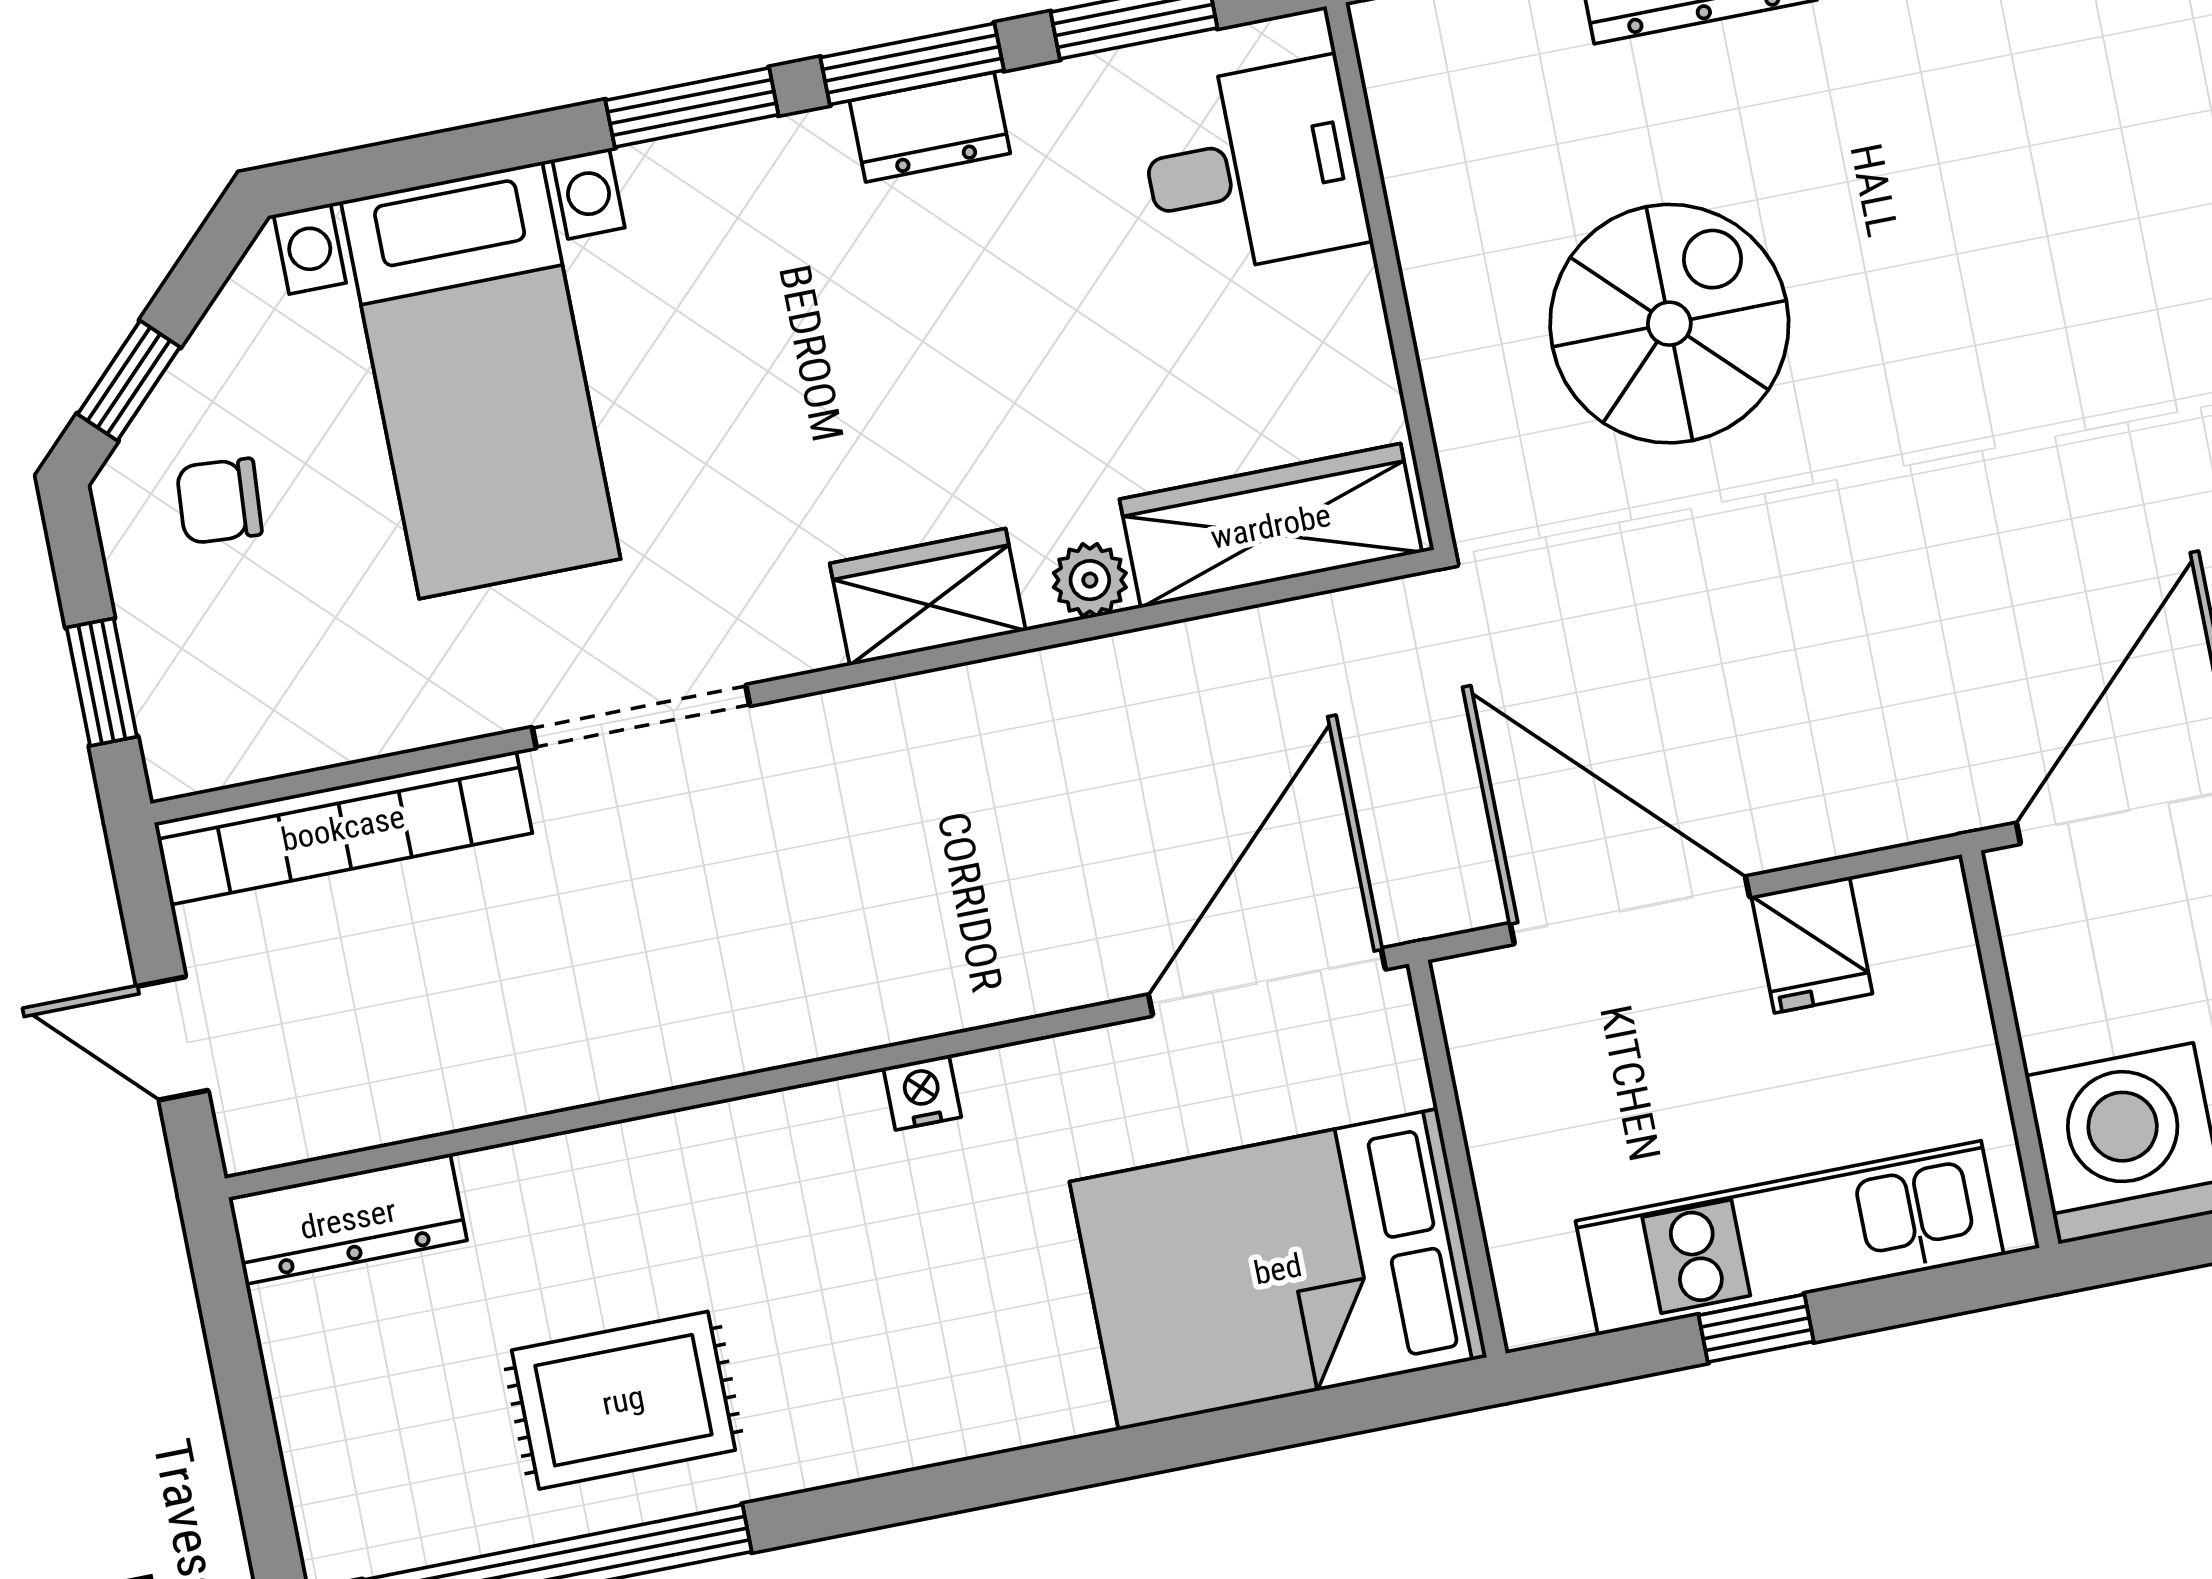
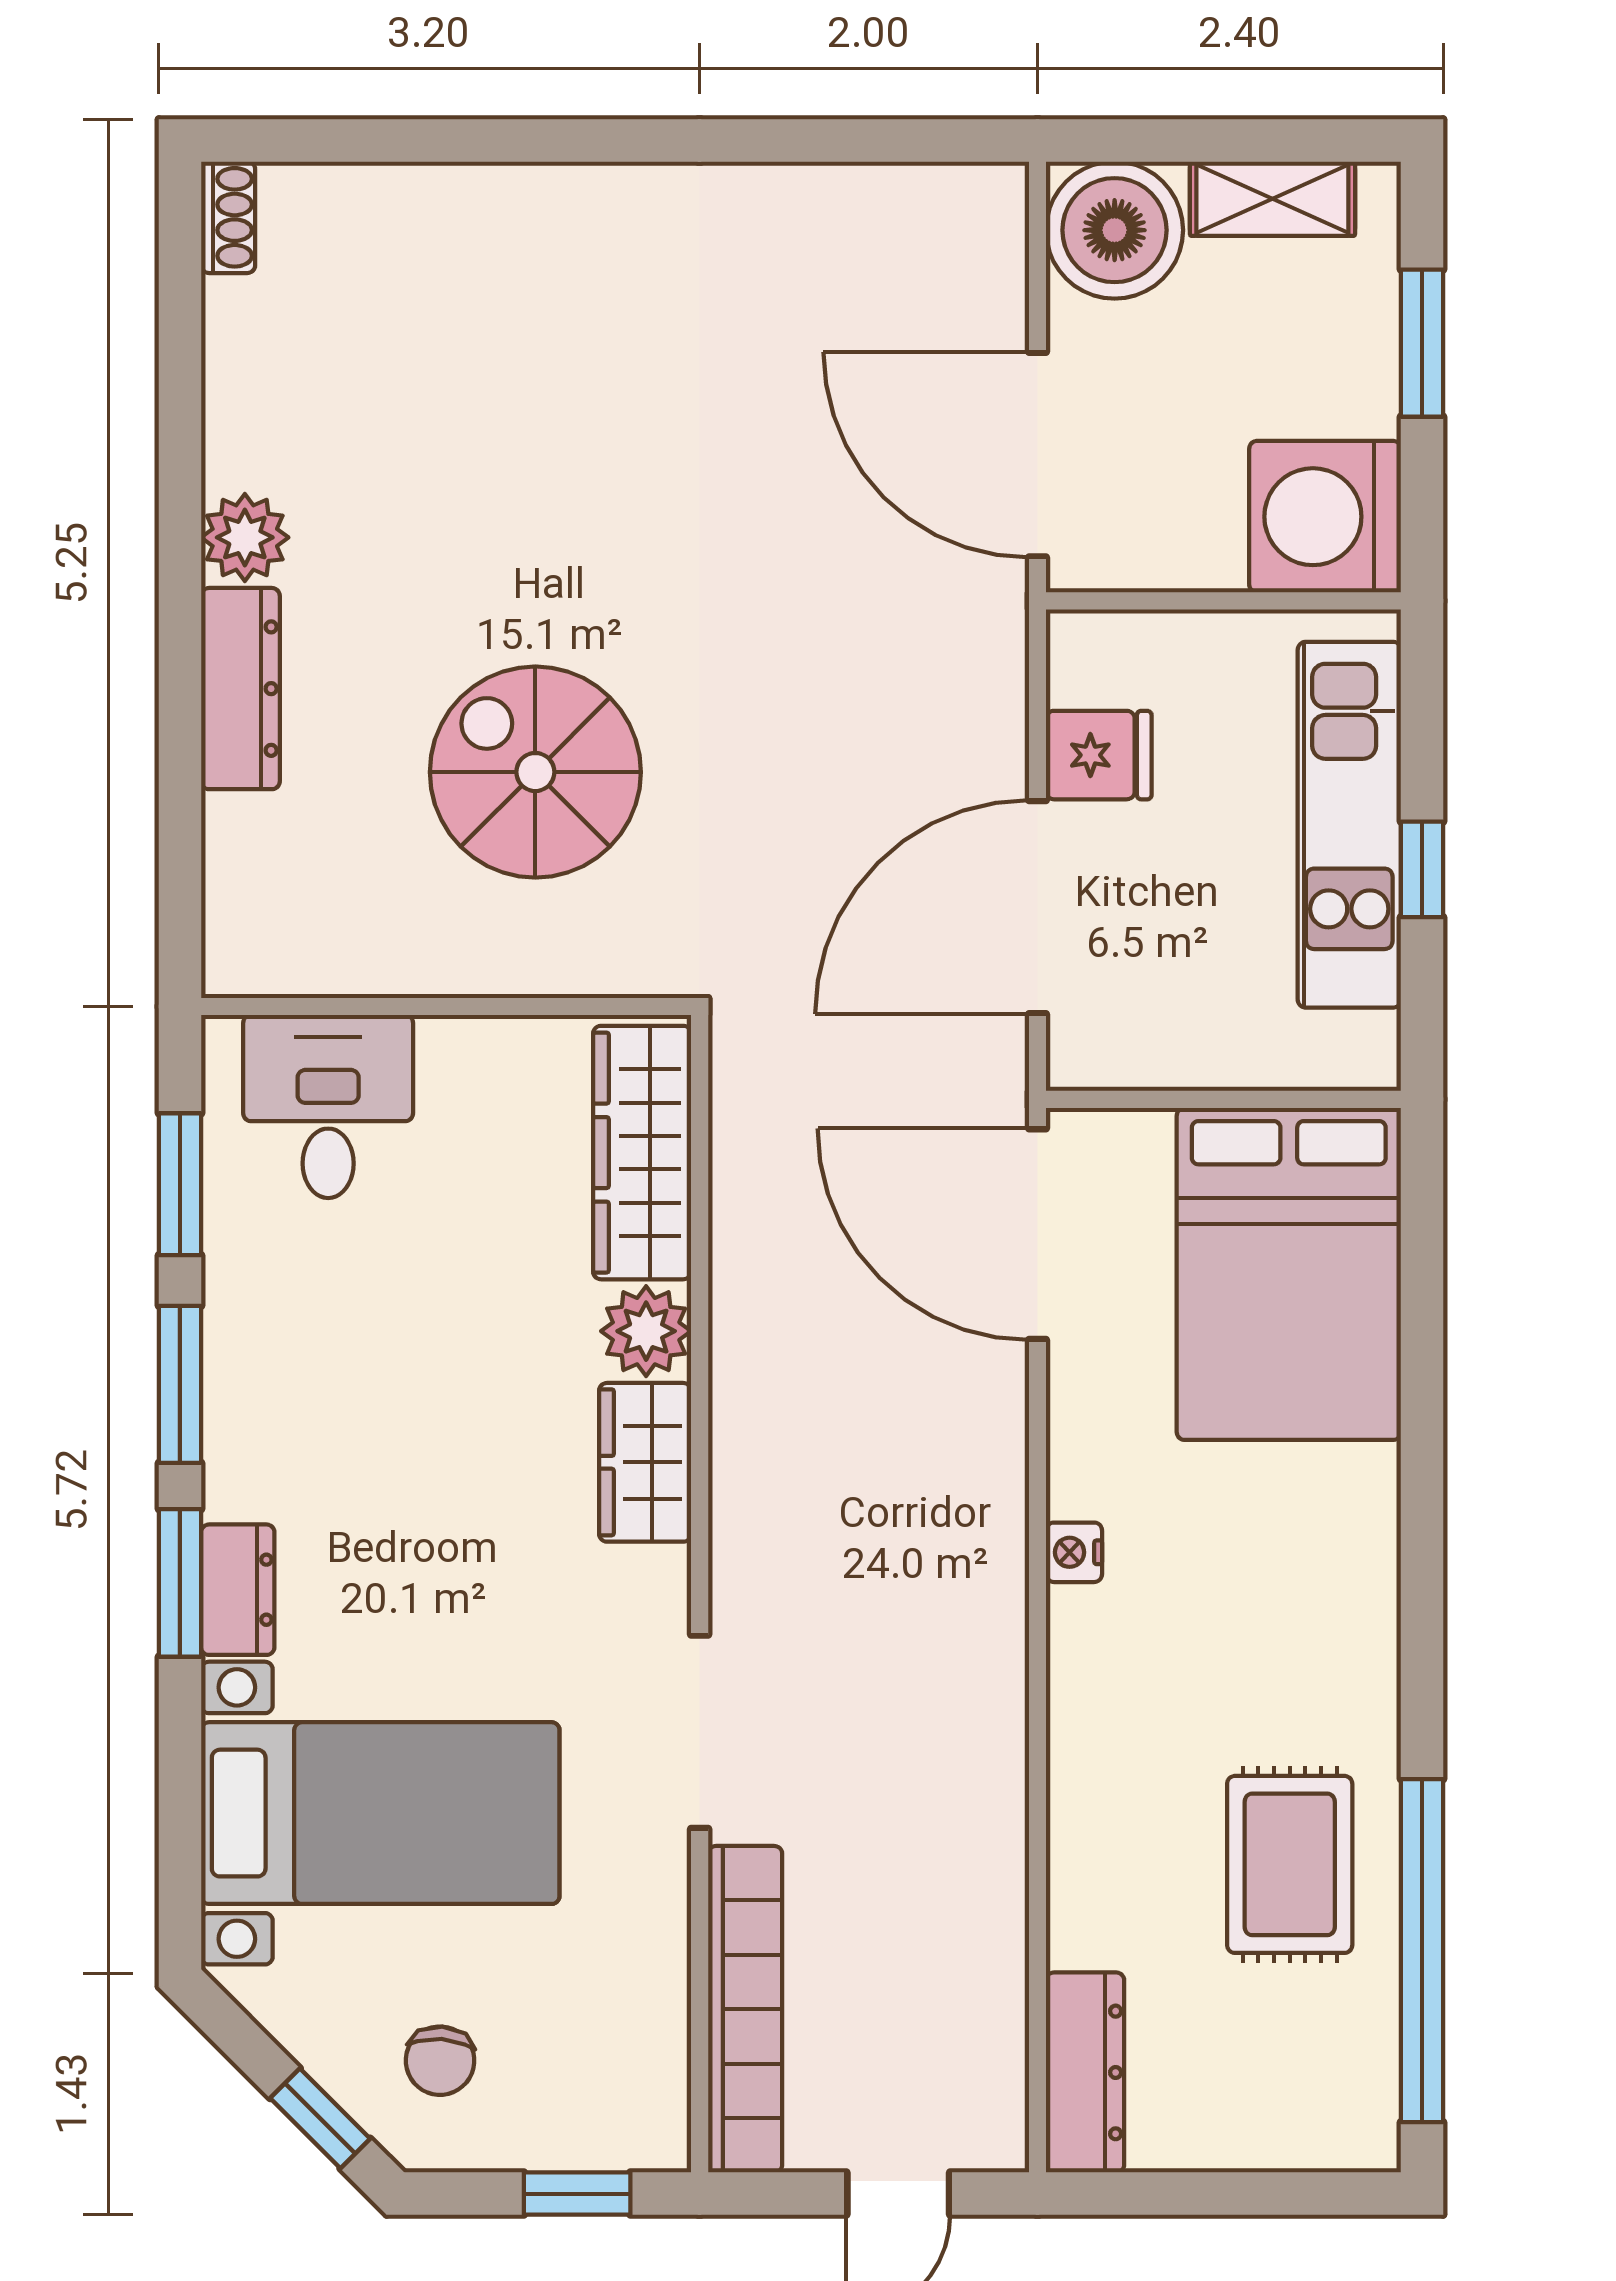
dresser: (930, 127) -> (238, 1590), moved
plant: (1090, 580) -> (646, 1331), width x1.38, depth x1.38

